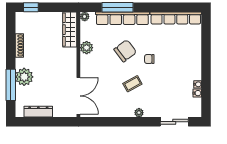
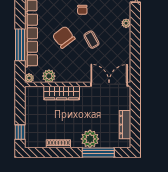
wardrobe: (70, 30) -> (62, 93), moved
plant: (87, 48) -> (49, 76), moved
chair: (149, 59) -> (82, 10), moved
coffee table: (132, 84) -> (92, 40), moved

